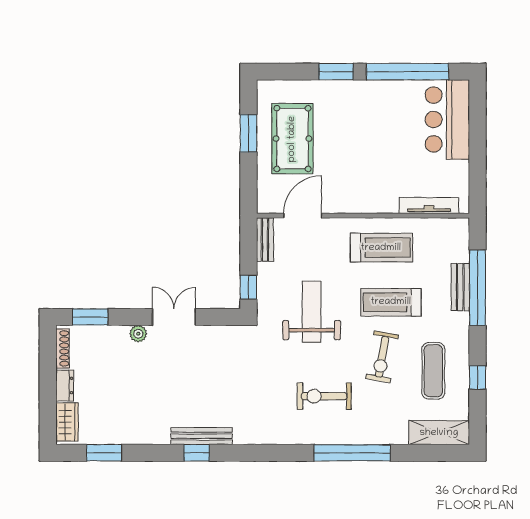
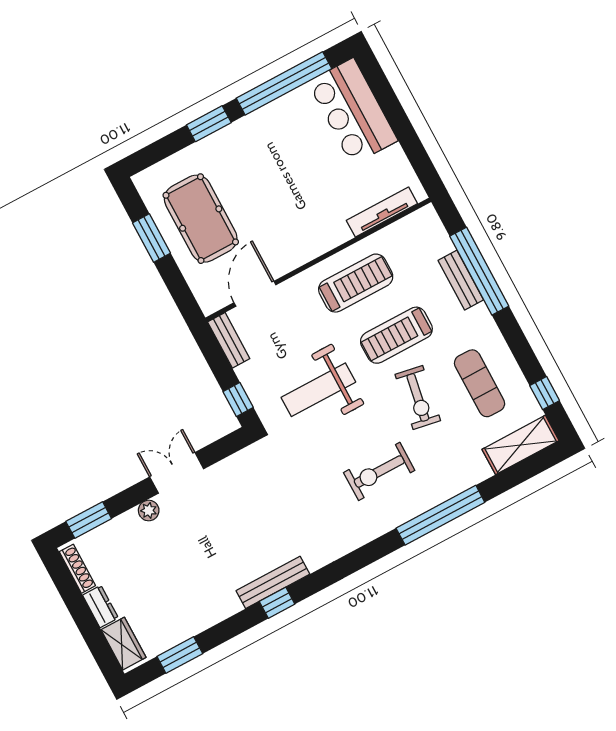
weight bench: (312, 312) -> (318, 390), turned -90
window: (478, 377) -> (545, 393), moved

